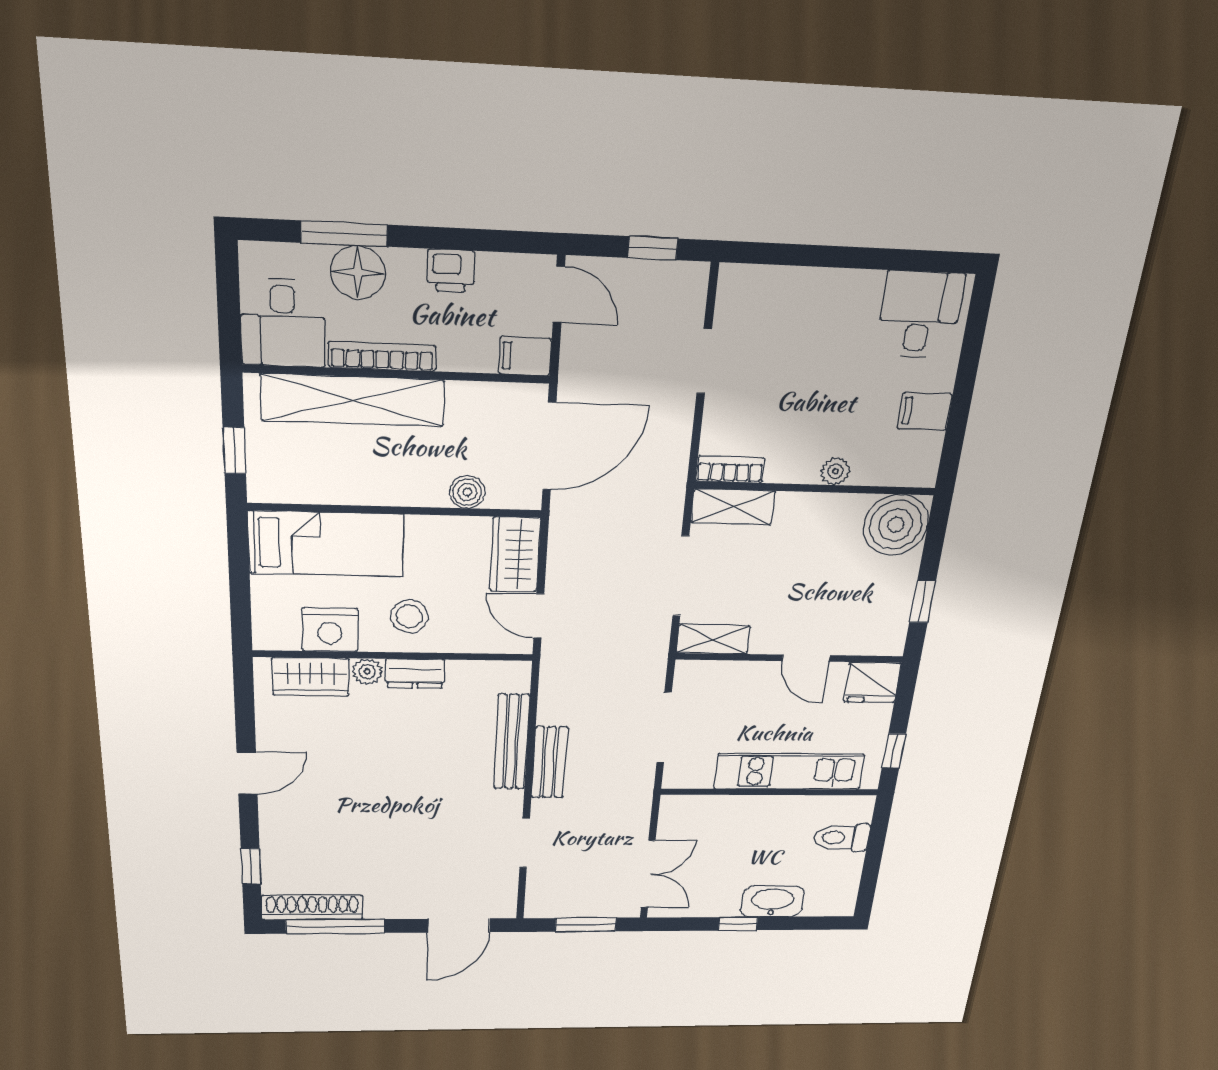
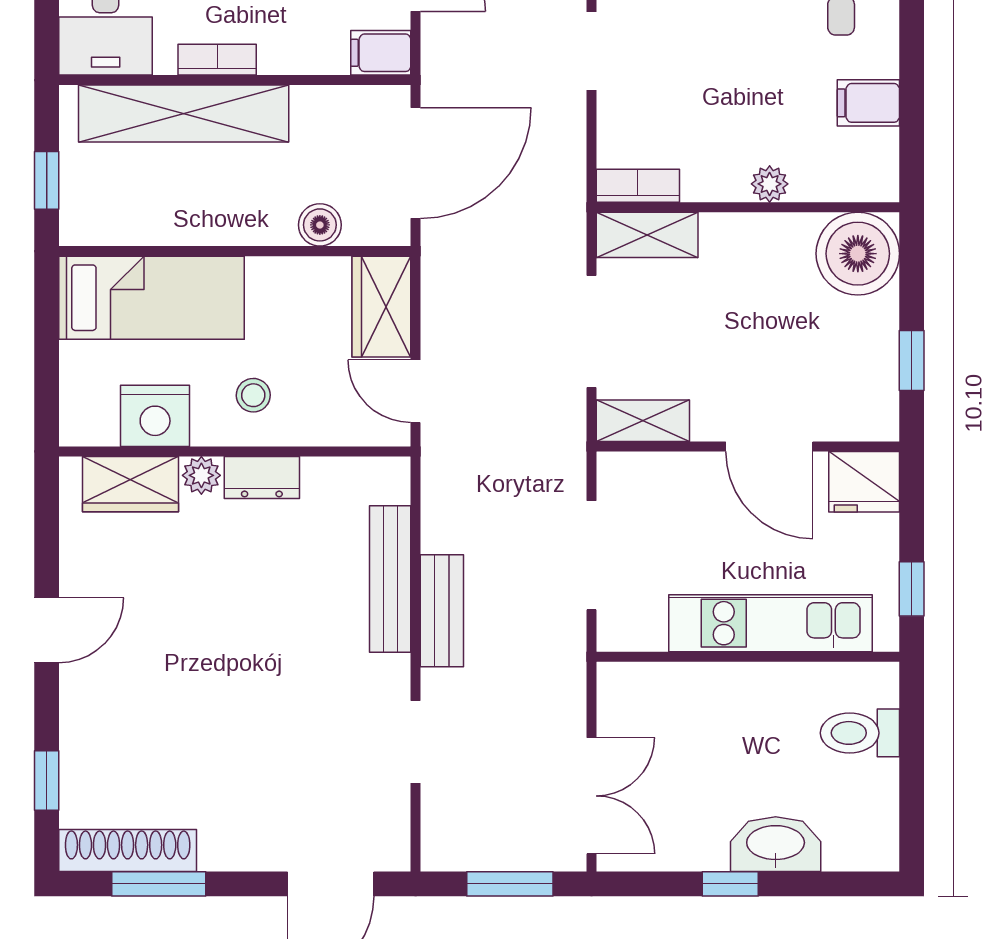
bookcase: (382, 356) -> (217, 60), width x0.64
stool: (409, 616) -> (253, 395), width x0.73, depth x0.73
door: (806, 658) -> (769, 447), width x1.38
window: (335, 926) -> (159, 884), width x0.69

